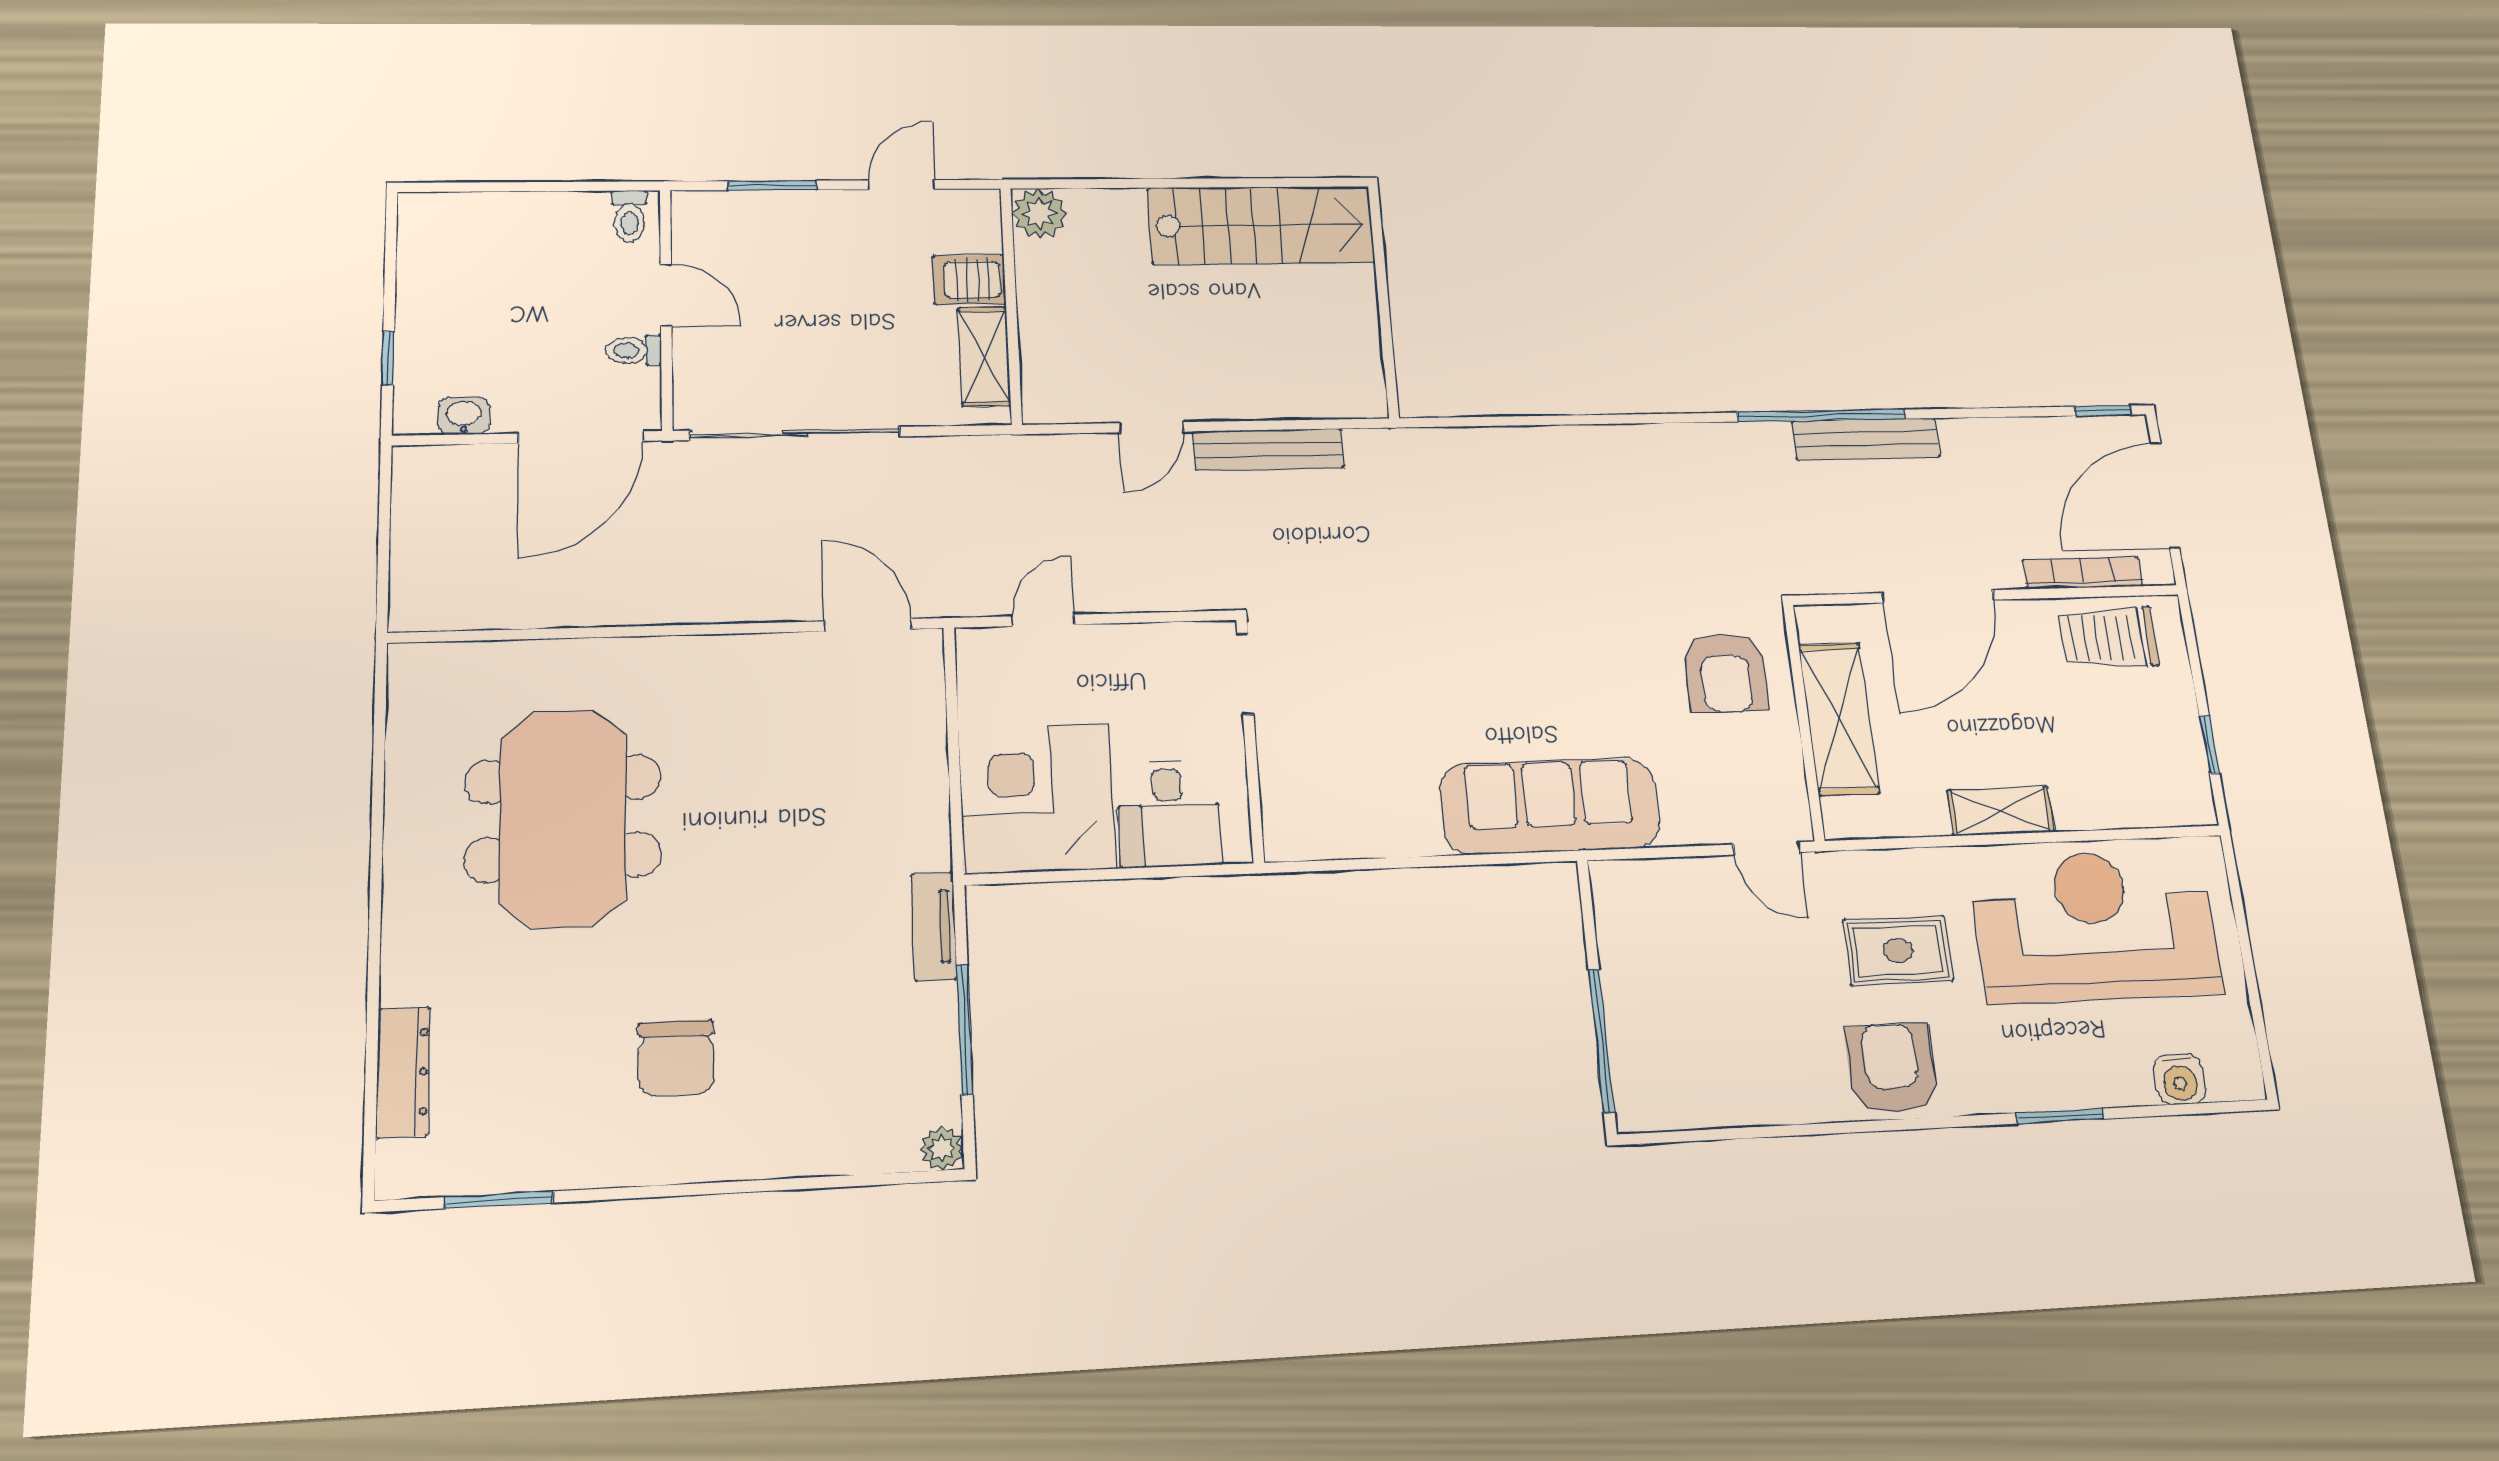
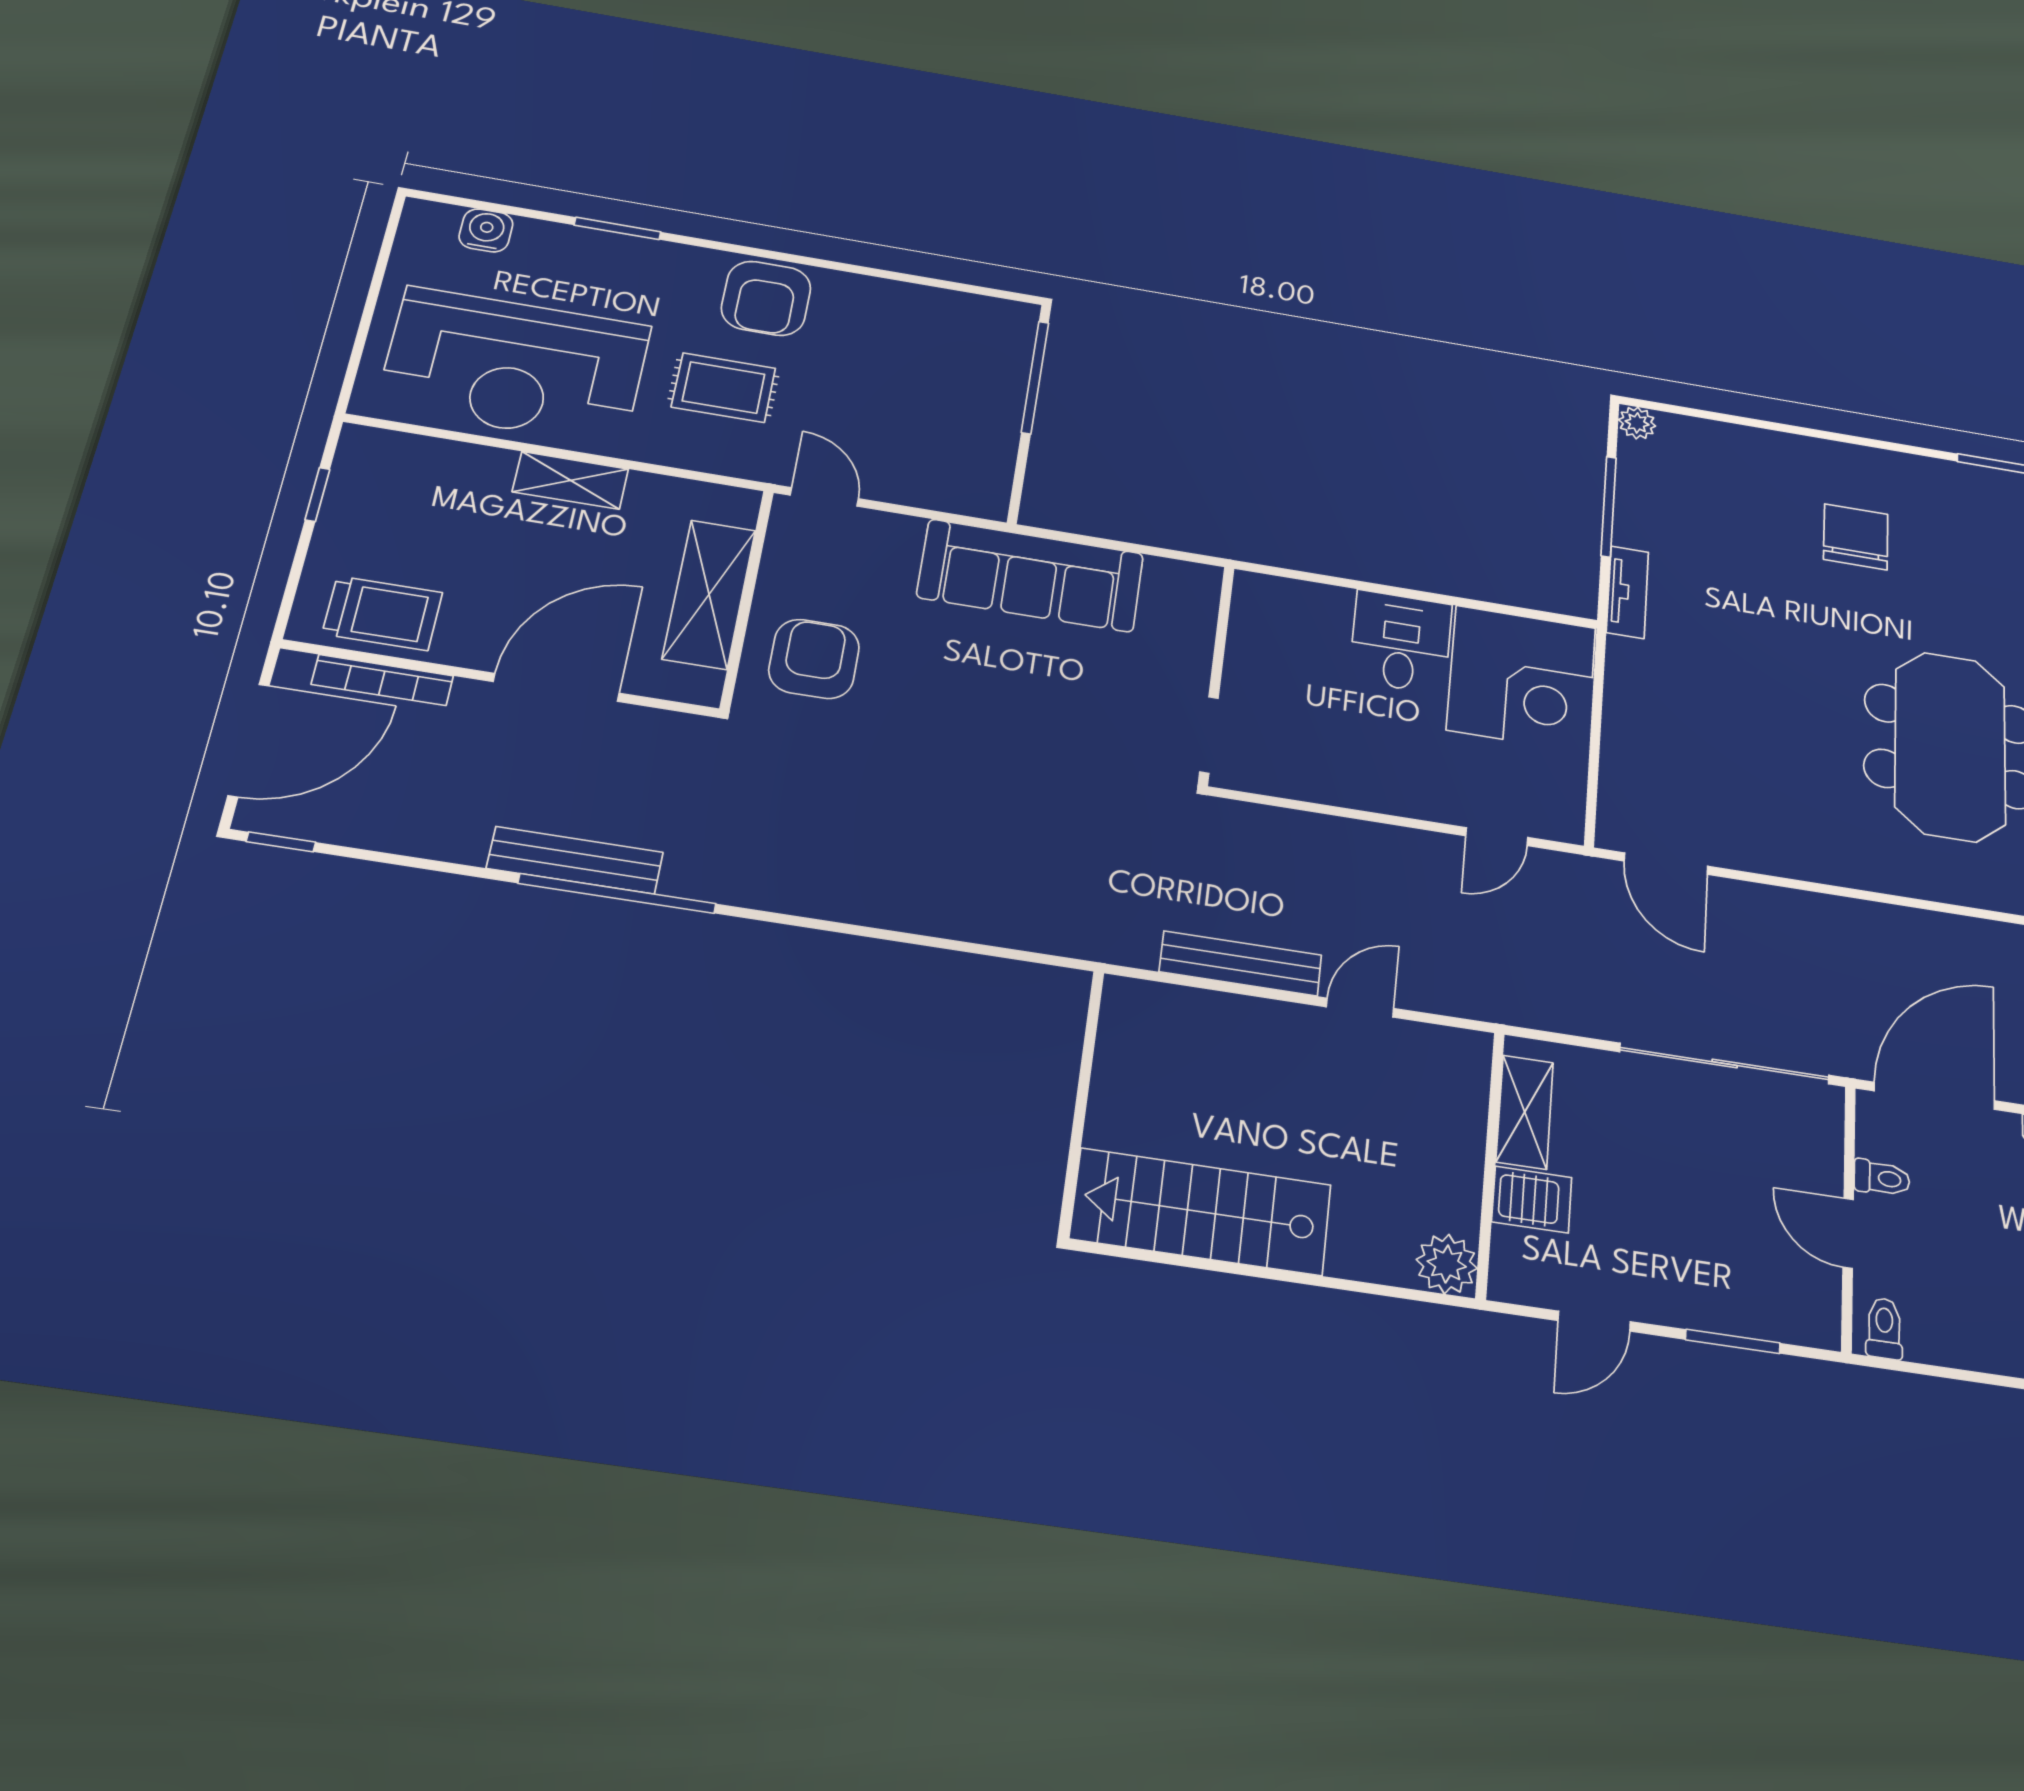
doorway: (1245, 674) -> (1209, 735), moved
wall: (1250, 740) -> (1216, 675), moved

